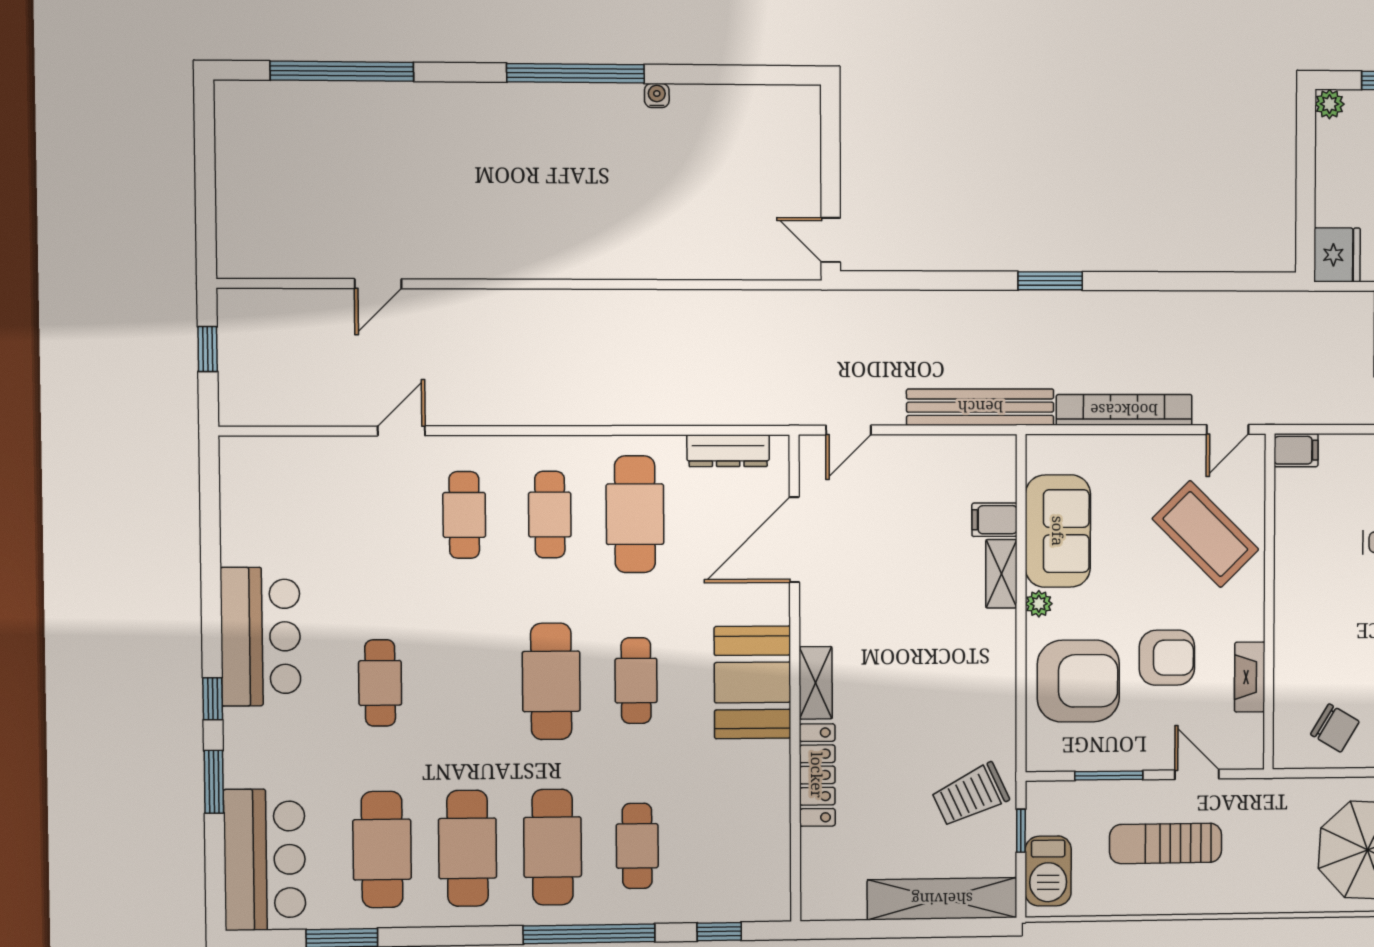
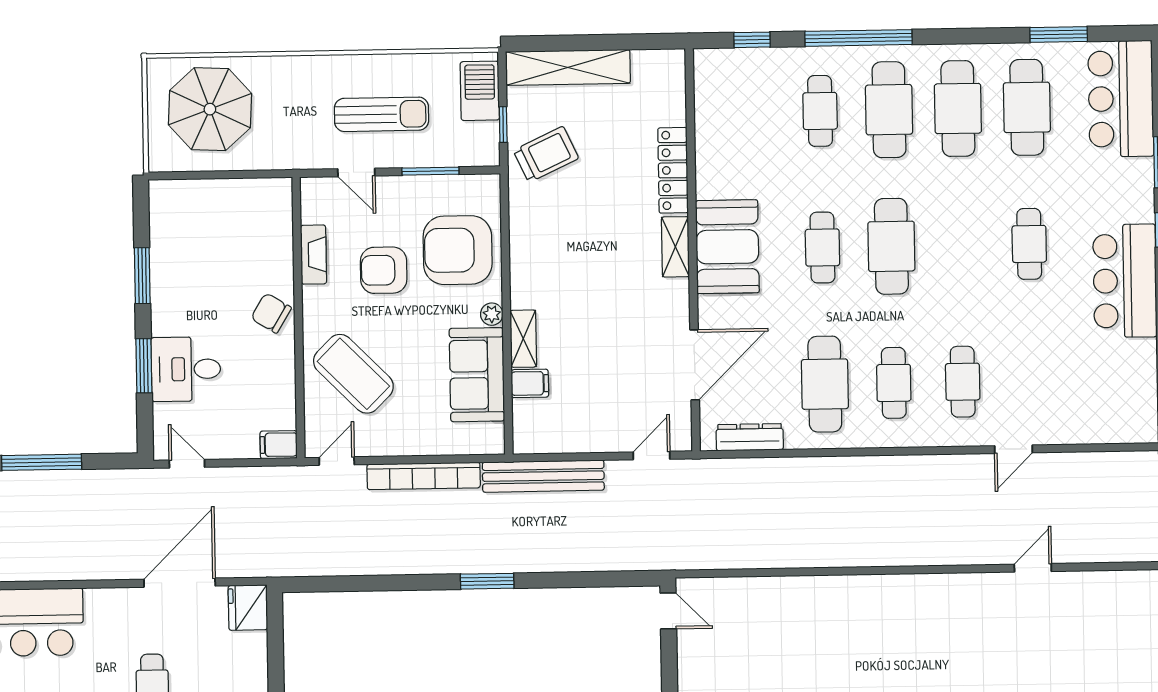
chair: (1335, 728) -> (271, 313), moved

